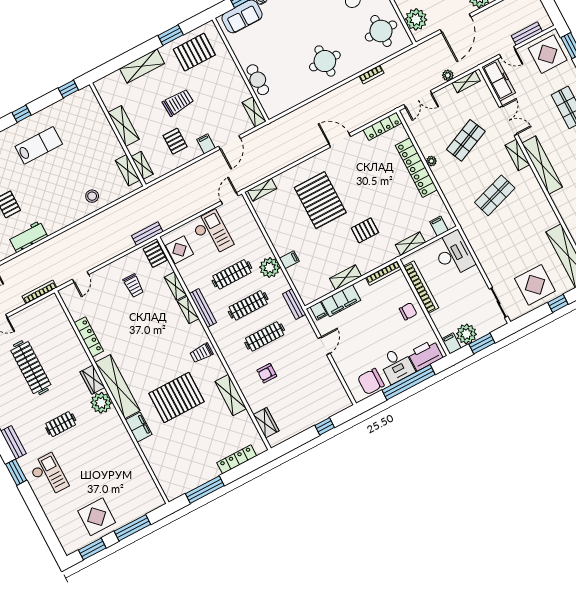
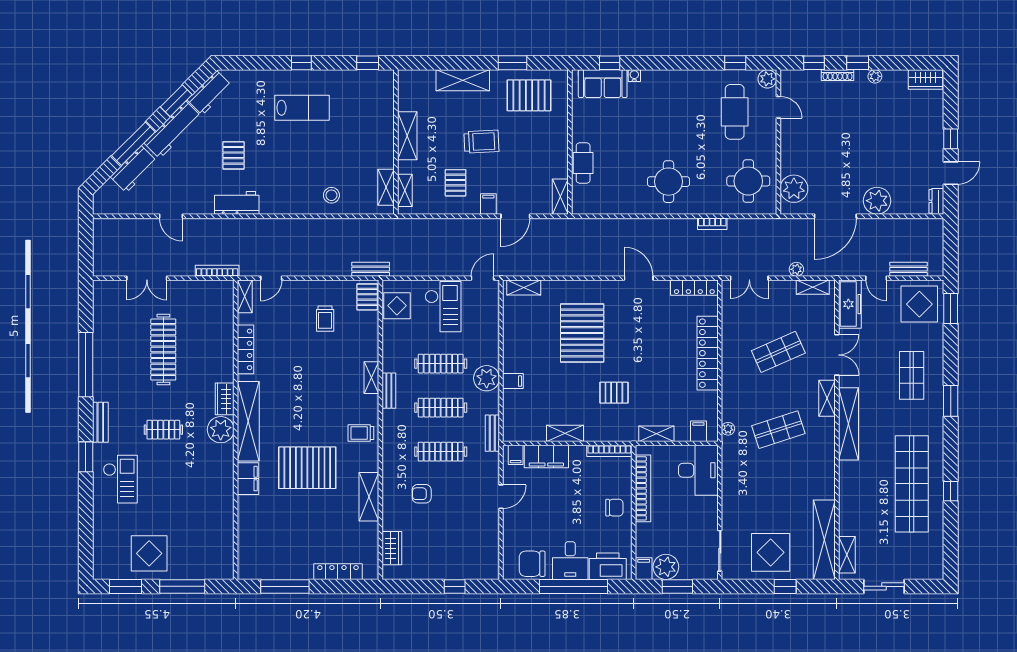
plant: (431, 161) -> (728, 429), moved
shelving: (175, 286) -> (245, 296), moved
bench: (203, 308) -> (389, 391), width x0.73

